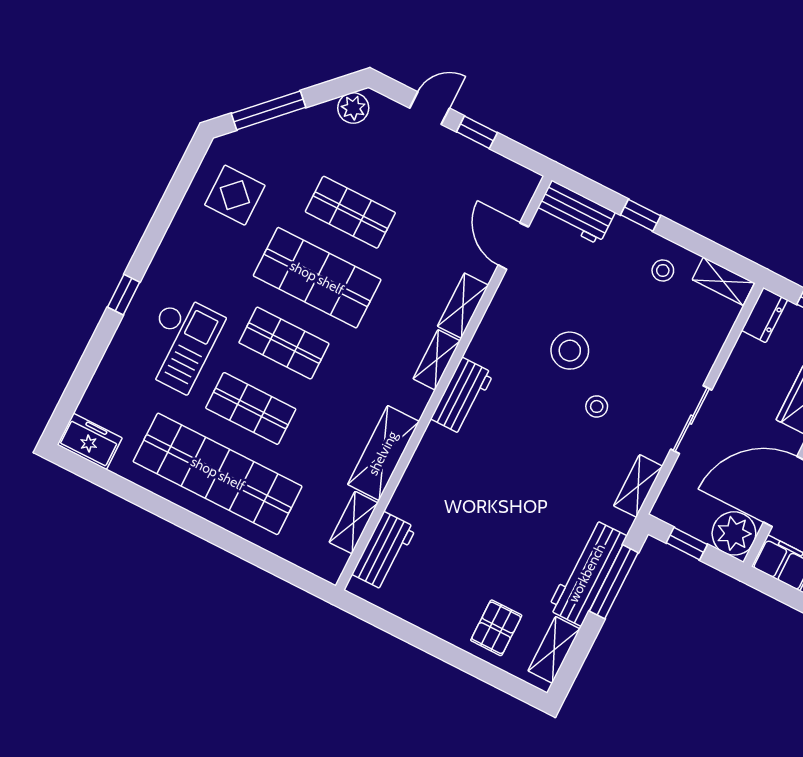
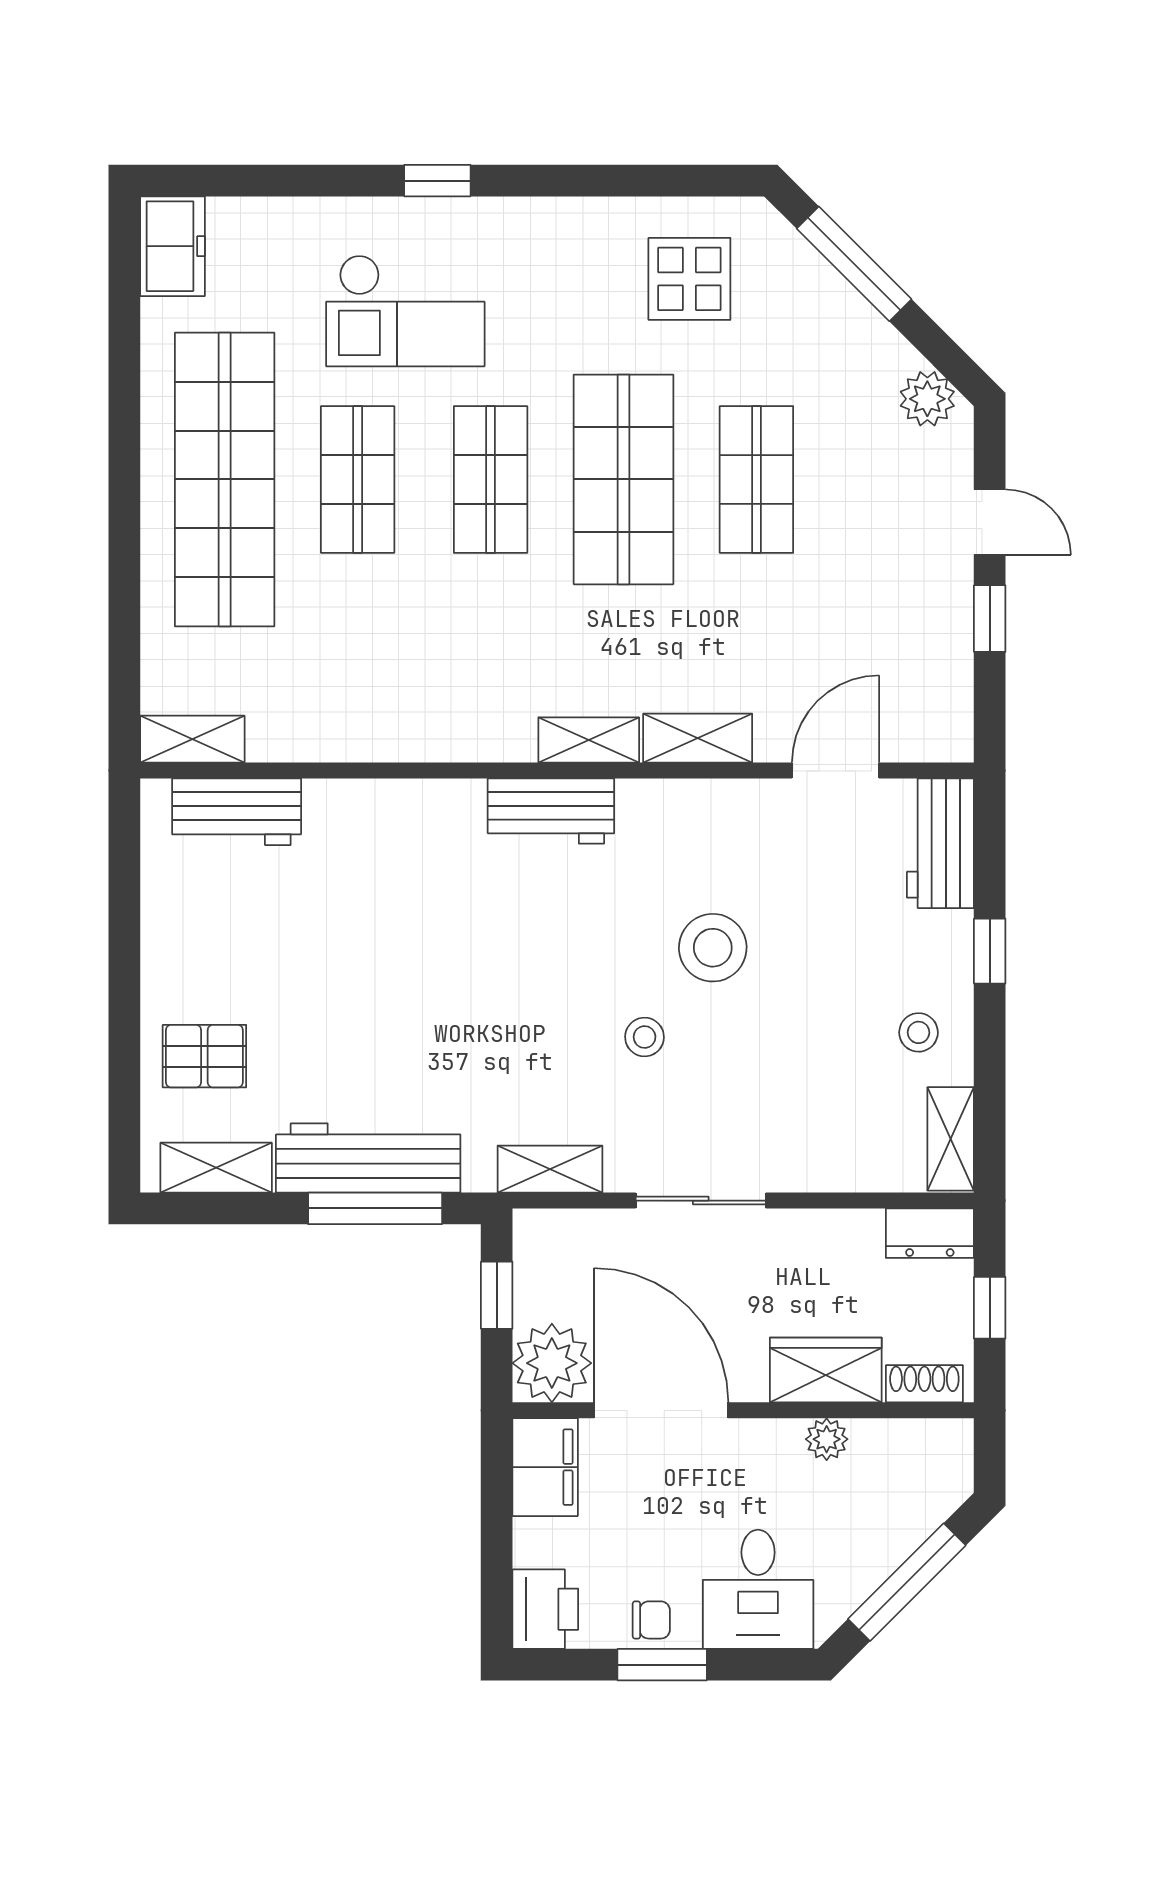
shelving: (383, 453) -> (395, 730), removed
shelving: (354, 523) -> (192, 739), moved

